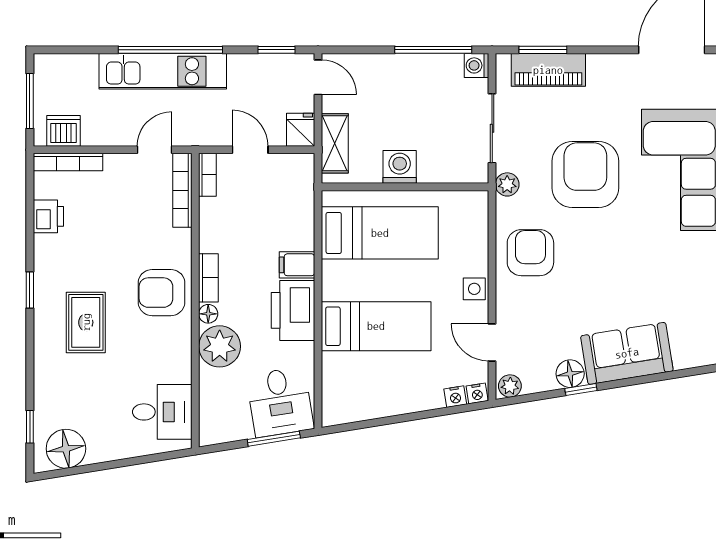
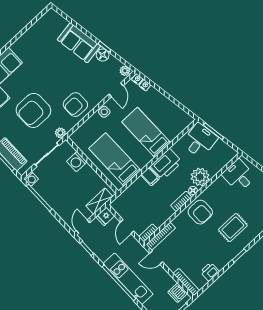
washing machine: (400, 167) -> (77, 162), moved

